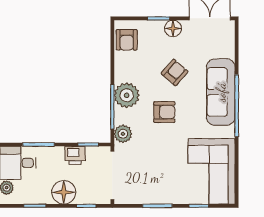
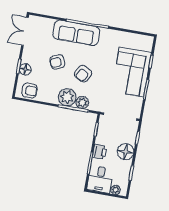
floor lamp: (173, 29) -> (25, 69), moved
armchair: (175, 72) -> (57, 62), turned -66
armchair: (164, 112) -> (83, 74), turned -152
plant: (123, 134) -> (82, 103), moved
printer: (75, 155) -> (100, 152), moved
corner sofa: (212, 171) -> (132, 72), moved, turned 90

